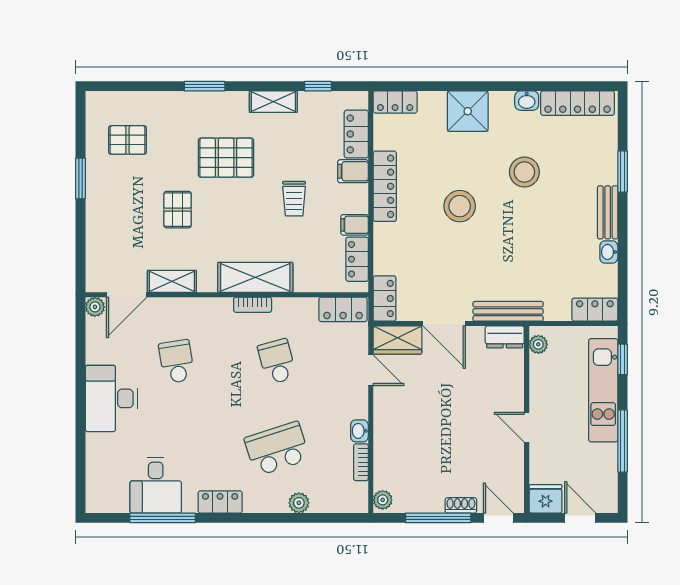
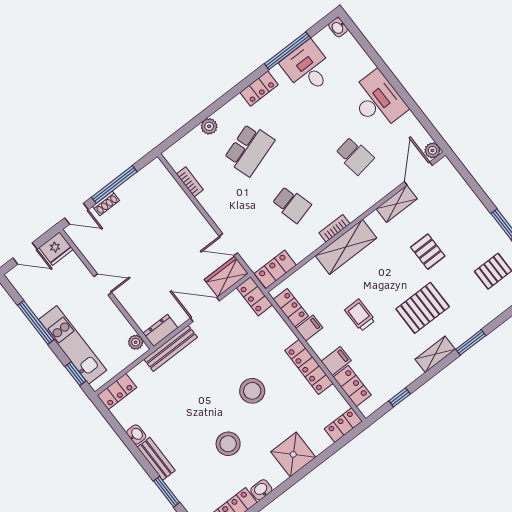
shelving: (273, 102) -> (435, 354), moved
washbasin: (359, 431) -> (338, 27), moved, turned 180
plant: (383, 500) -> (158, 169), removed

